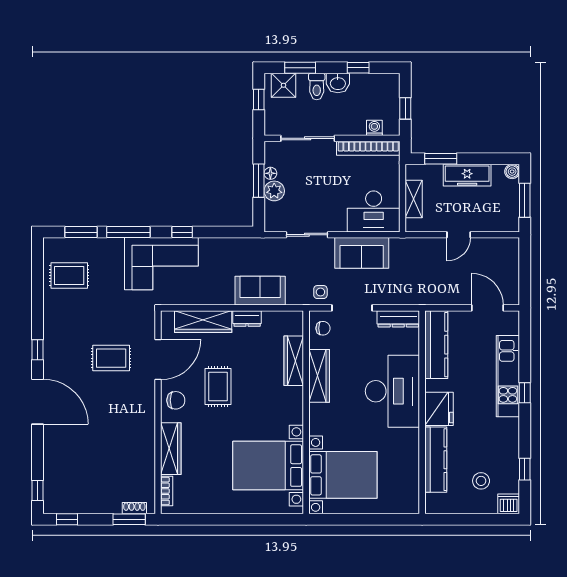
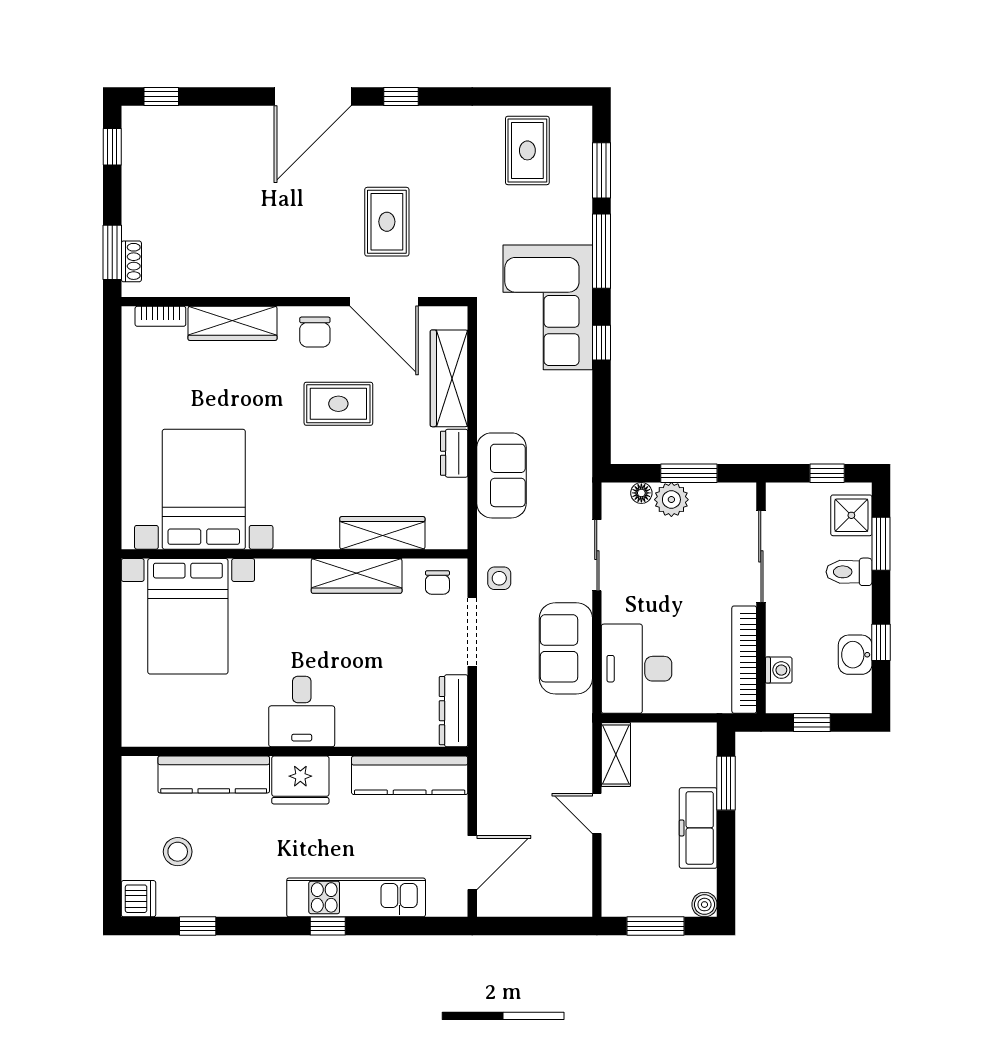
washbasin: (338, 83) -> (855, 655), moved
floor lamp: (270, 173) -> (641, 493), moved
shelving: (414, 199) -> (616, 755), moved, turned 90
desk: (392, 391) -> (302, 711), width x0.53, depth x0.77

